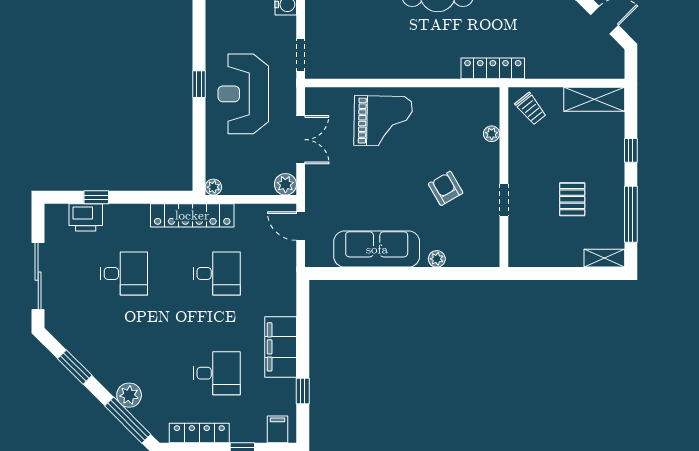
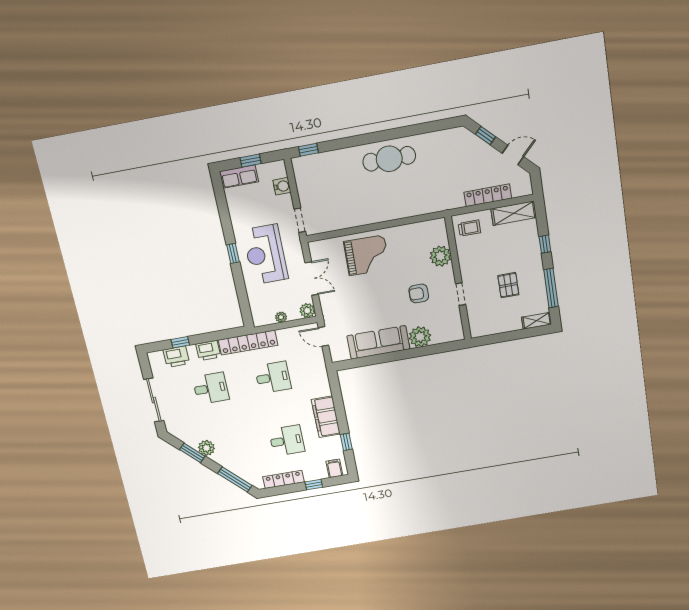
locker: (493, 68) -> (488, 195), moved
trolley: (531, 109) -> (469, 228), turned -51
plant: (492, 134) -> (440, 256), width x1.87, depth x1.87
plant: (213, 187) -> (281, 317), moved
armchair: (446, 188) -> (419, 293), turned -60
printer: (133, 217) -> (208, 351), added
plant: (437, 259) -> (420, 337), width x1.88, depth x1.88
plant: (129, 395) -> (206, 448), moved

